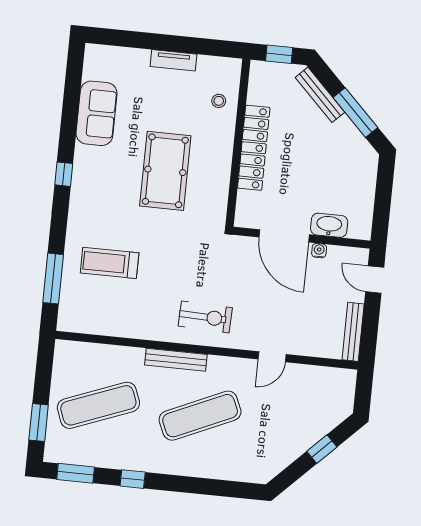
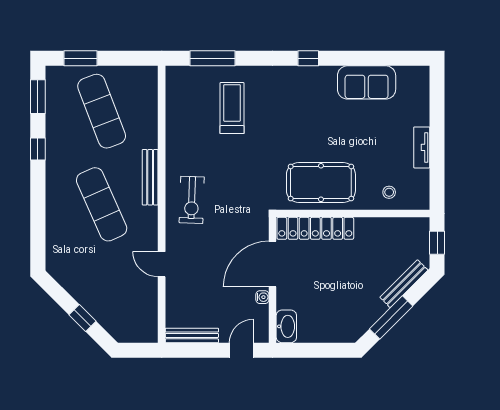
locker: (254, 148) -> (315, 228), moved
pool table: (165, 171) -> (321, 183), moved
washbasin: (329, 225) -> (286, 326), moved

